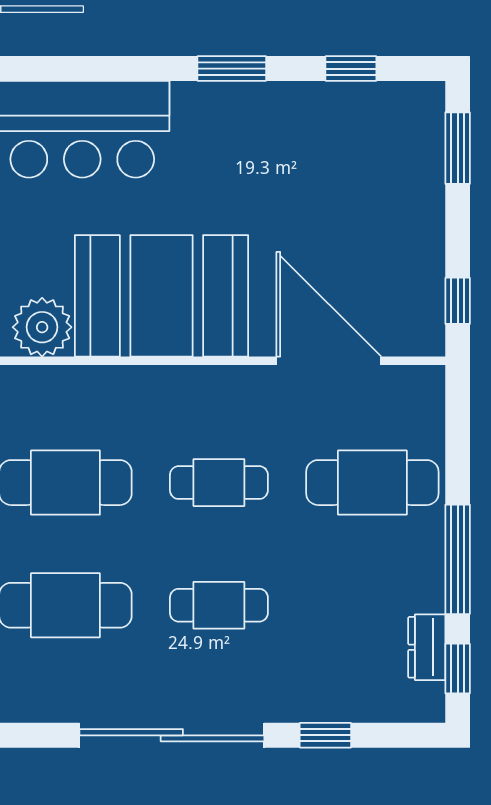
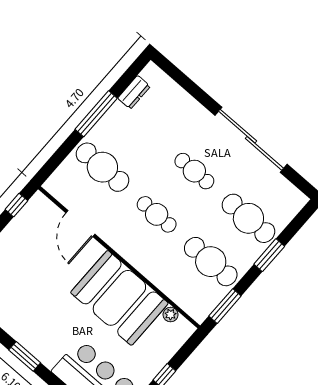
plant: (42, 327) -> (171, 315), width x0.53, depth x0.53
door: (329, 361) -> (80, 223), width x0.73
window: (458, 669) -> (130, 75), removed
window: (325, 735) -> (197, 92), removed

